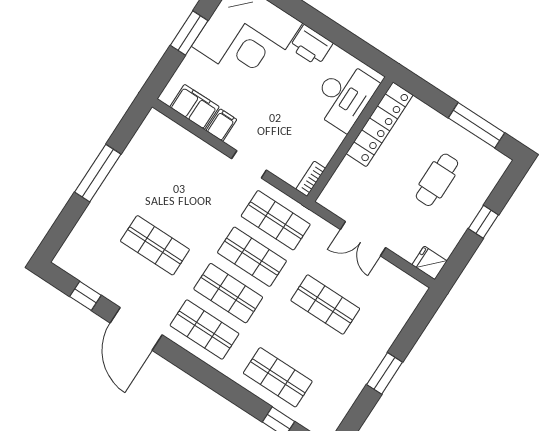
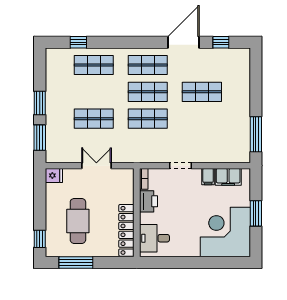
printer: (311, 45) -> (148, 201), moved, turned 90
desk: (344, 96) -> (154, 238), width x0.73
window: (98, 173) -> (256, 134), moved
cafe table: (437, 180) -> (78, 221), width x1.37, depth x1.35
shop shelf: (276, 220) -> (148, 146), removed
window: (483, 222) -> (40, 239), moved
window: (415, 327) -> (40, 138), added
door: (136, 329) -> (183, 42), hinge flipped

